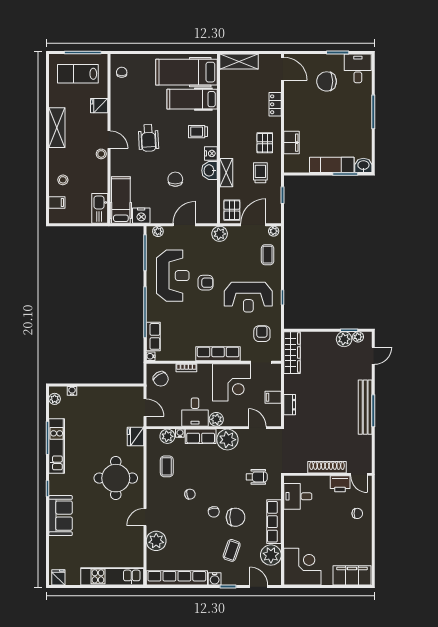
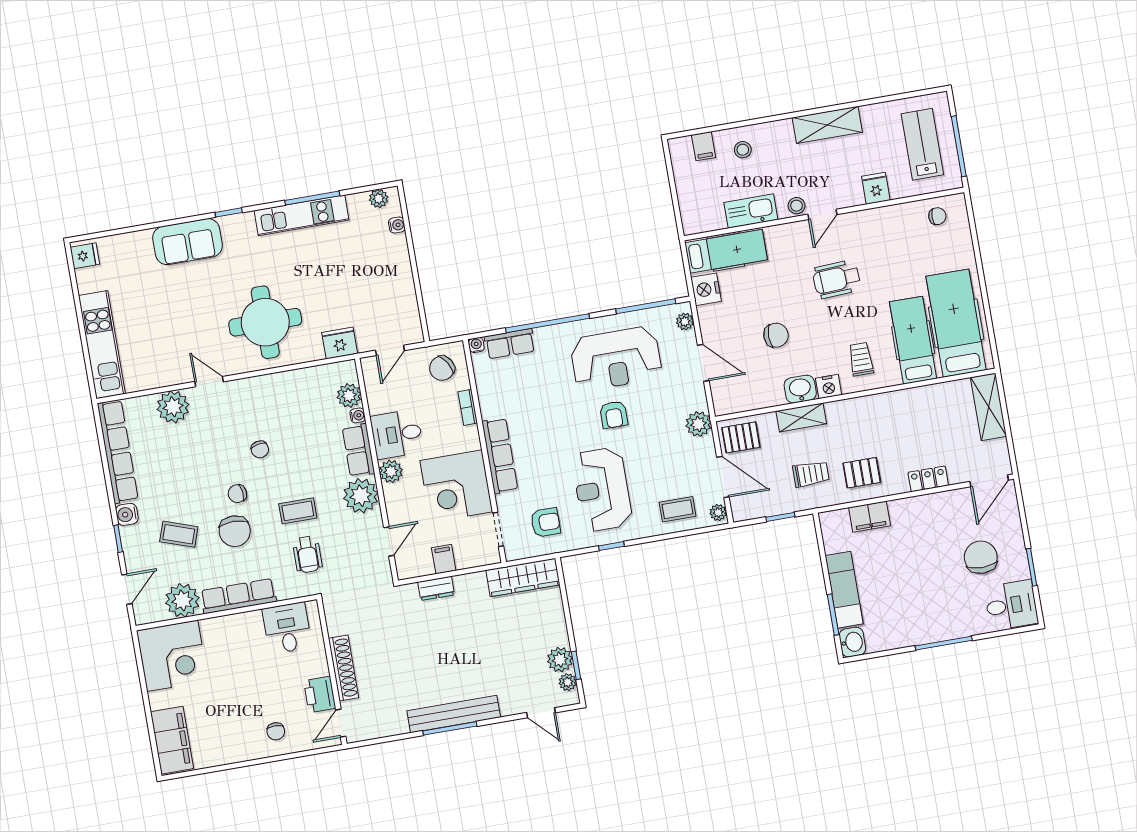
kitchen sink: (100, 208) -> (751, 211), moved
coffee table: (167, 466) -> (298, 511), moved

